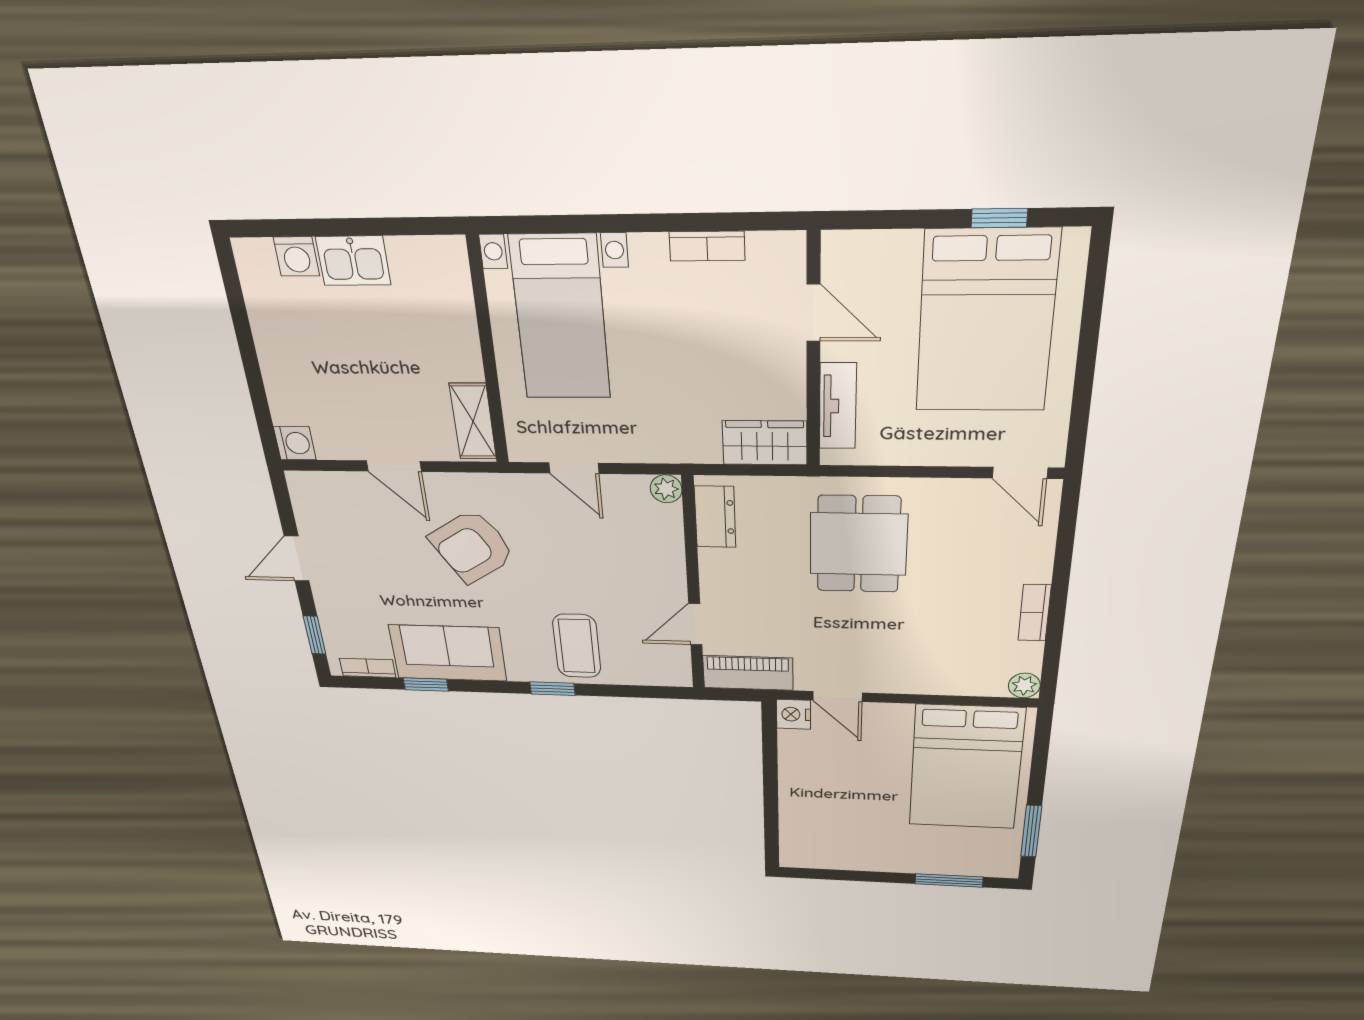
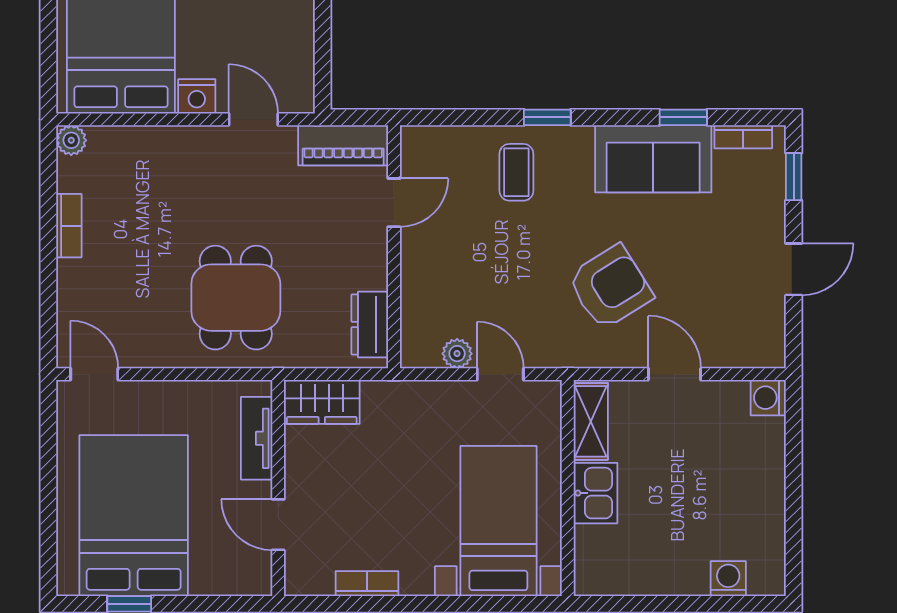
kitchen sink: (353, 261) -> (595, 493), moved, turned 90
plant: (666, 489) -> (457, 354), moved
coffee table: (577, 646) -> (516, 172), width x0.73, depth x0.77
nightstand: (794, 714) -> (197, 96), moved, turned 90

